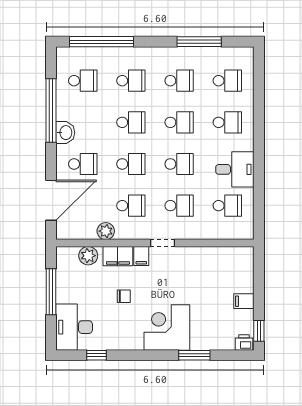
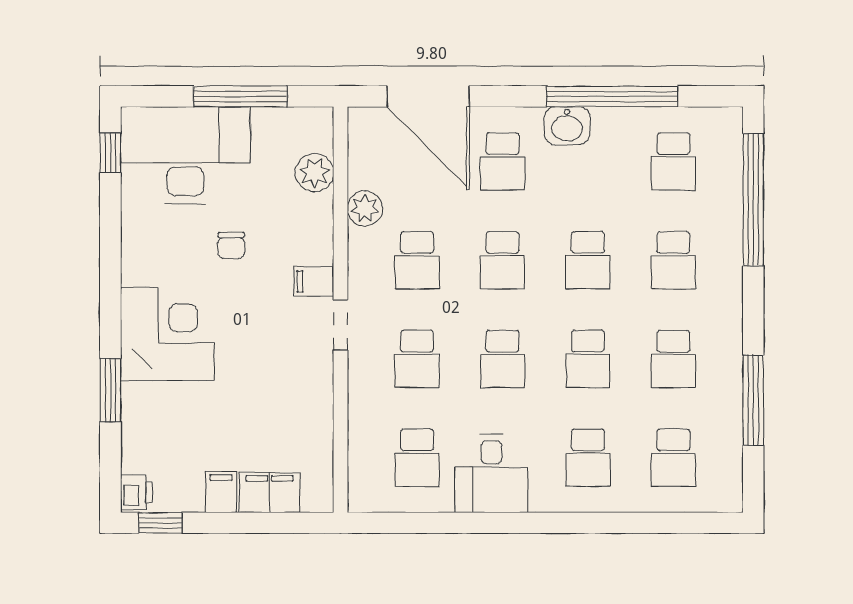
filing cabinet: (118, 256) -> (269, 492), moved, turned 90
desk: (74, 327) -> (185, 155), width x1.36, depth x1.30
window: (97, 355) -> (110, 153), moved

